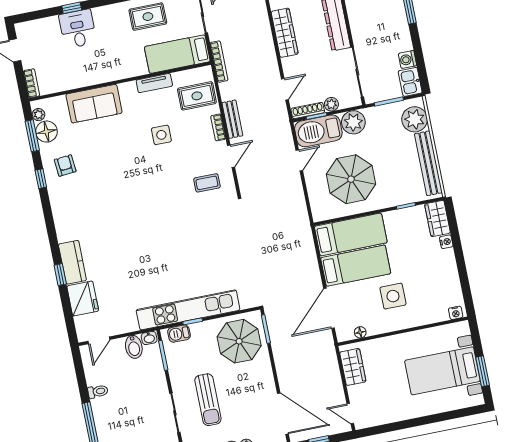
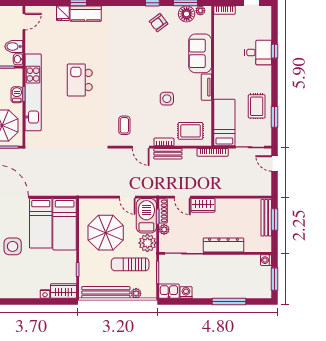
wardrobe: (285, 33) -> (203, 205), moved, width x0.67
tv unit: (154, 83) -> (206, 87), moved
rug: (197, 96) -> (190, 131), turned 90
plant: (415, 119) -> (136, 293), width x0.53, depth x0.53
sun lounger: (386, 139) -> (130, 264), added
armchair: (65, 165) -> (159, 23), turned 148
kitchen island: (160, 253) -> (80, 80), added
fridge: (83, 298) -> (63, 13), width x0.53, depth x0.75
barbecue: (179, 334) -> (17, 95), moved
door: (99, 340) -> (24, 22), swing flipped

